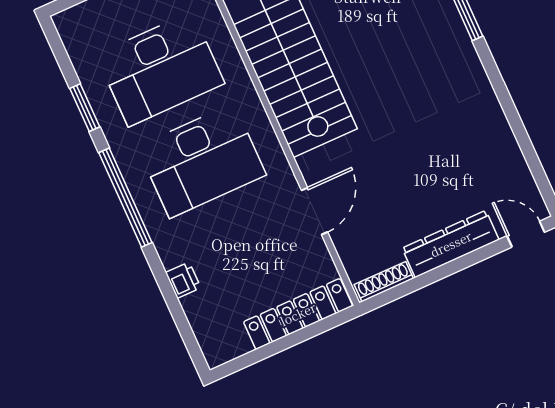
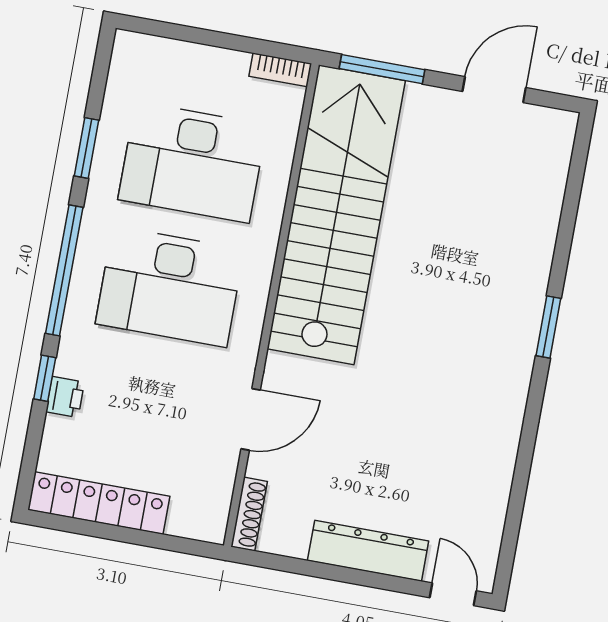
window: (161, 277) -> (45, 378), added
shoe rack: (384, 282) -> (249, 514), moved, turned 90
locker: (298, 314) -> (99, 503), moved

